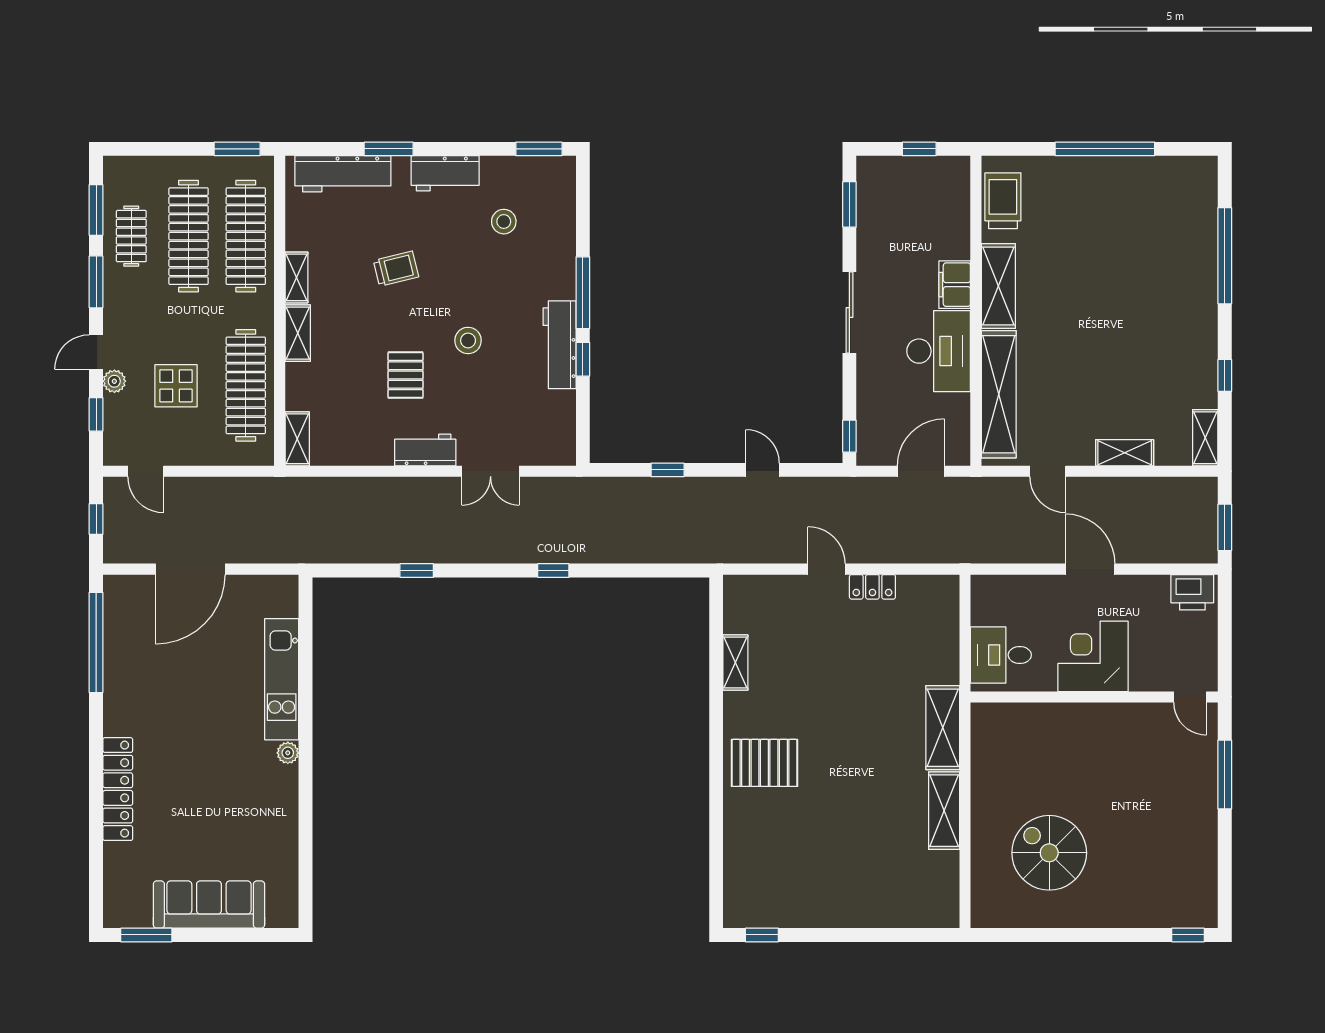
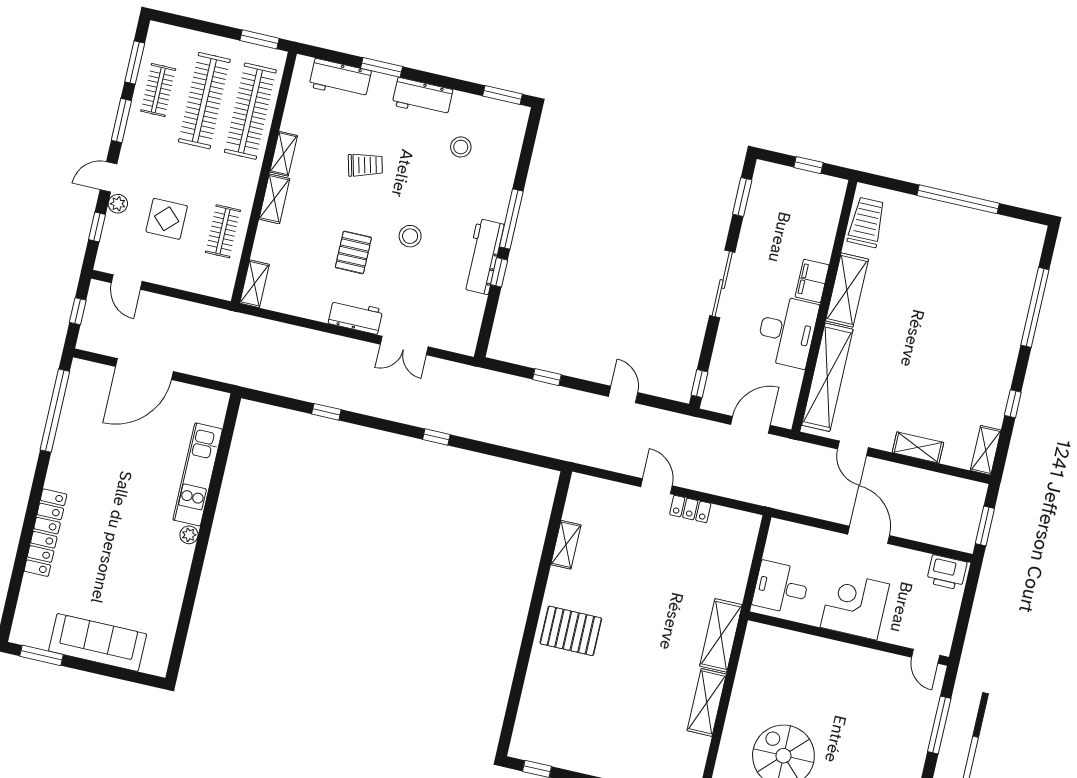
workbench: (343, 174) -> (340, 79), width x0.73
clothes rail: (246, 385) -> (223, 231), width x0.54, depth x0.76

